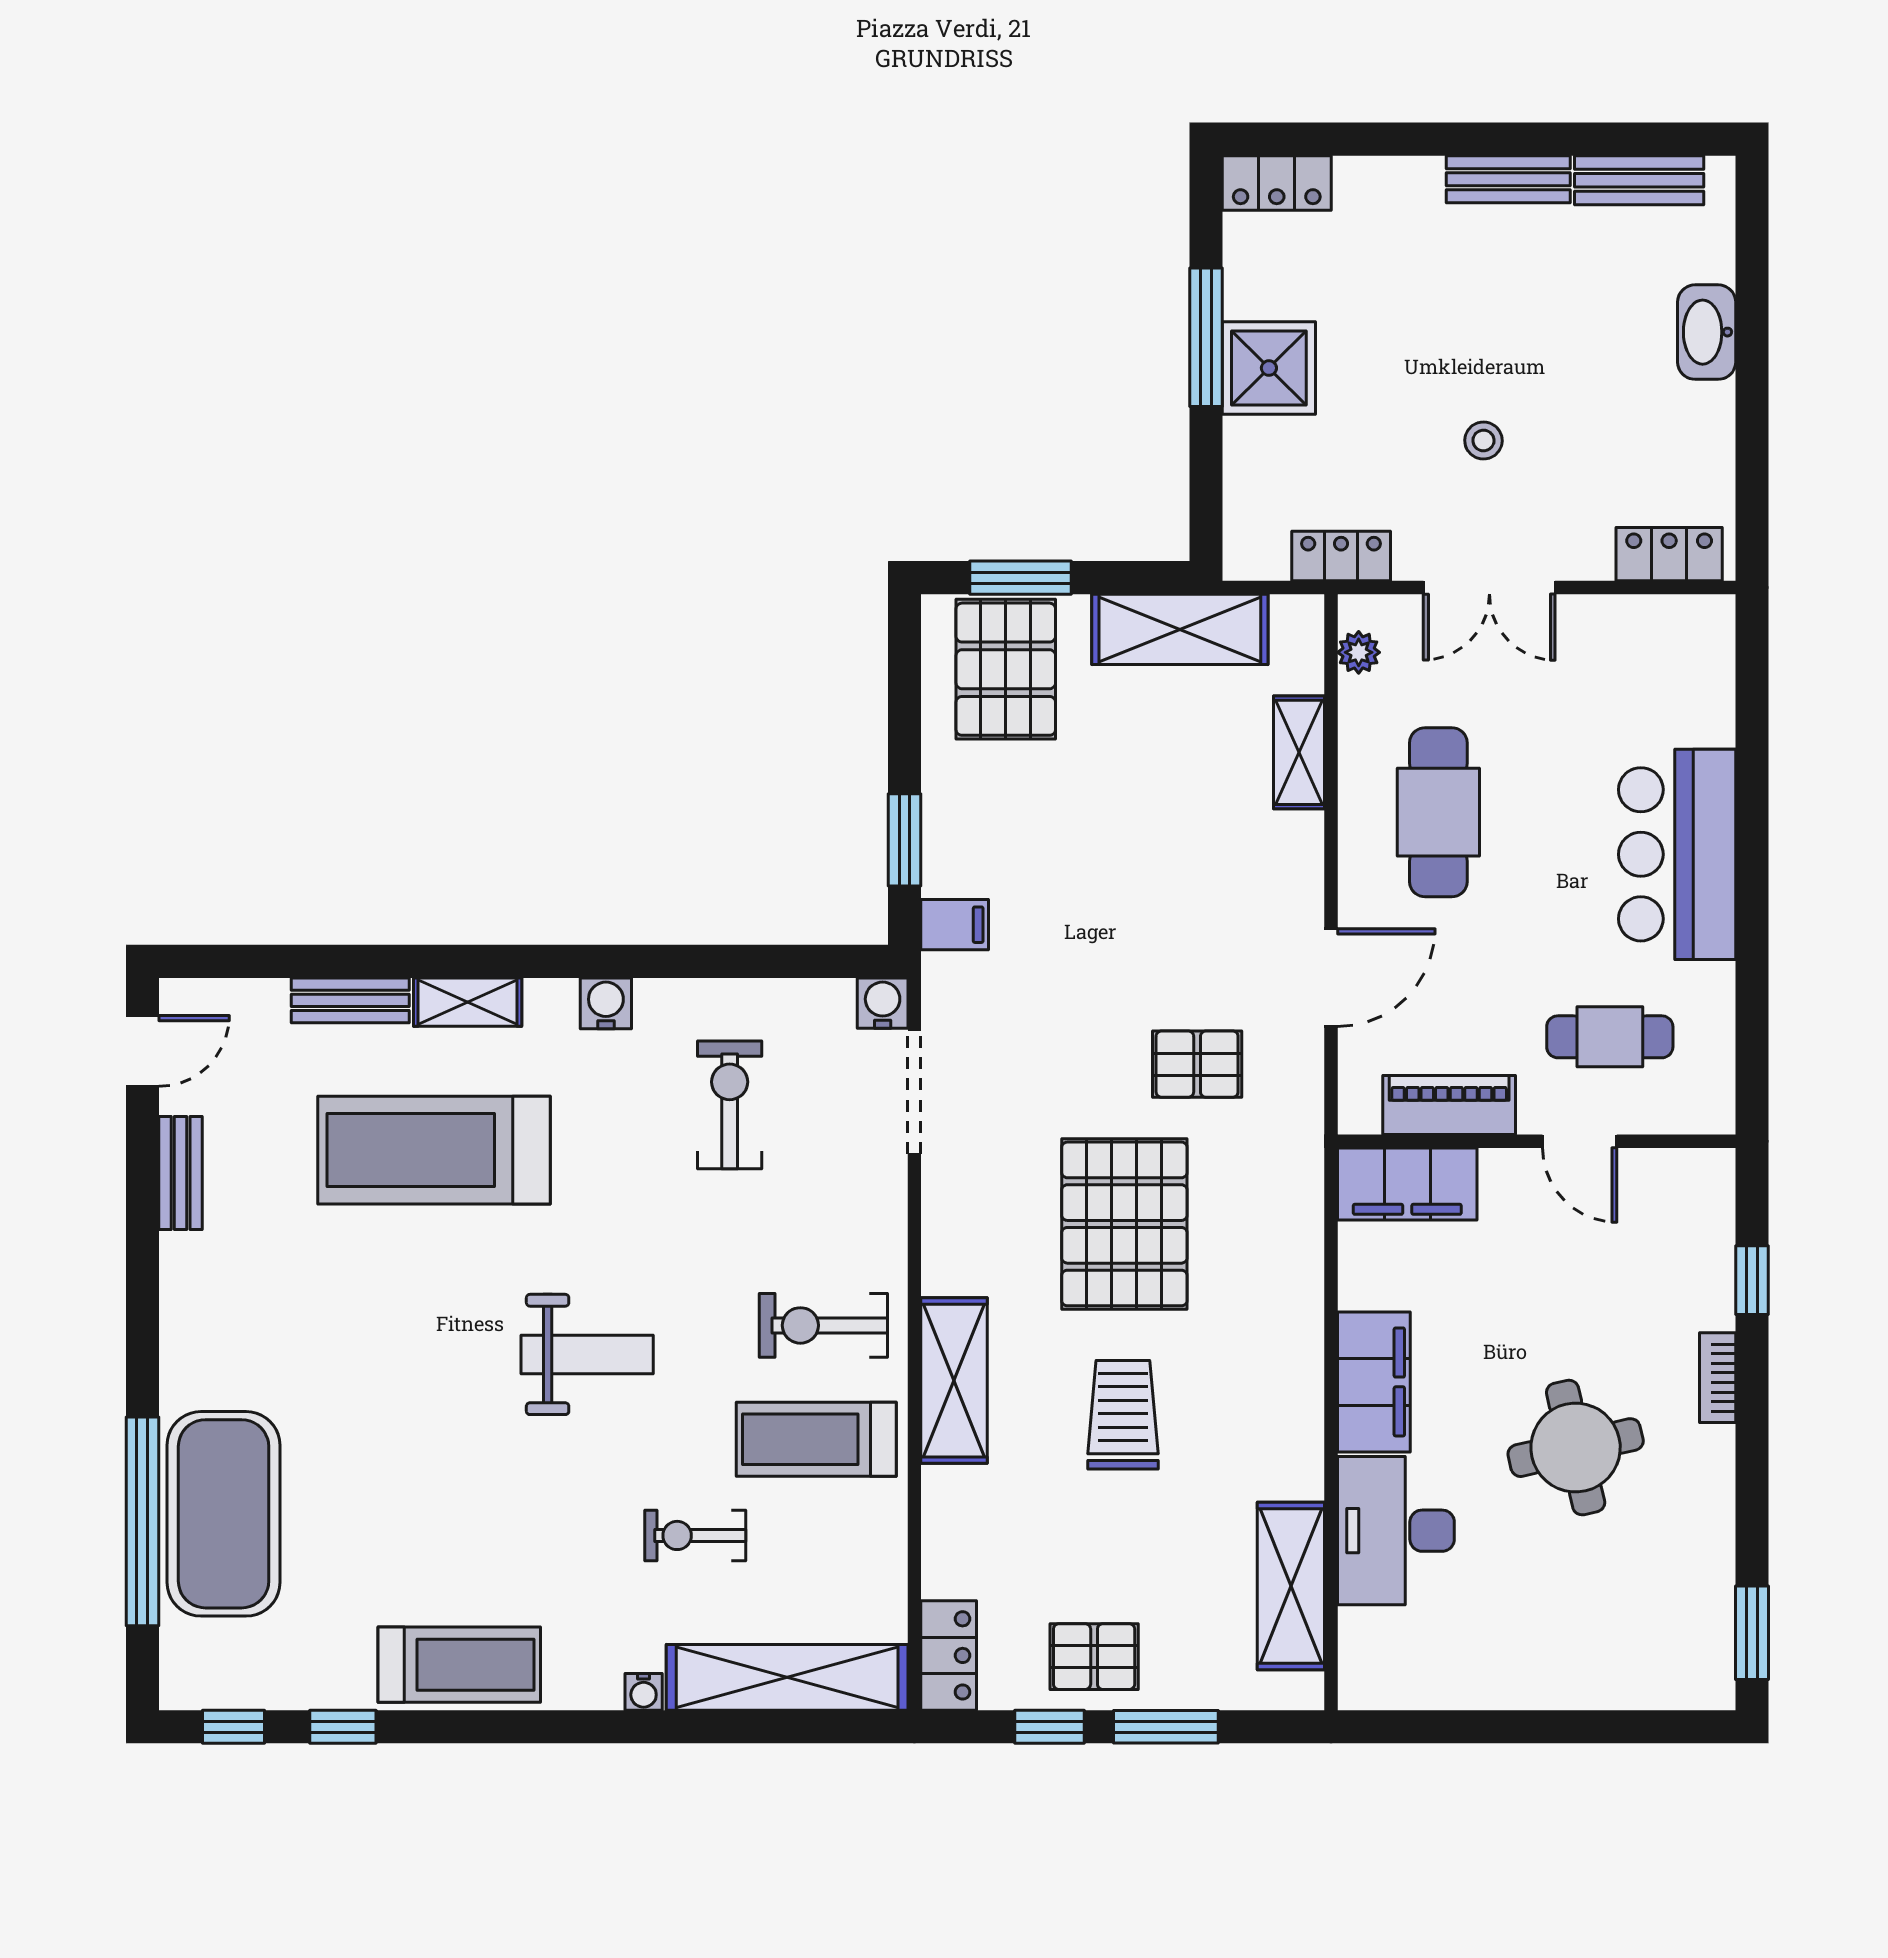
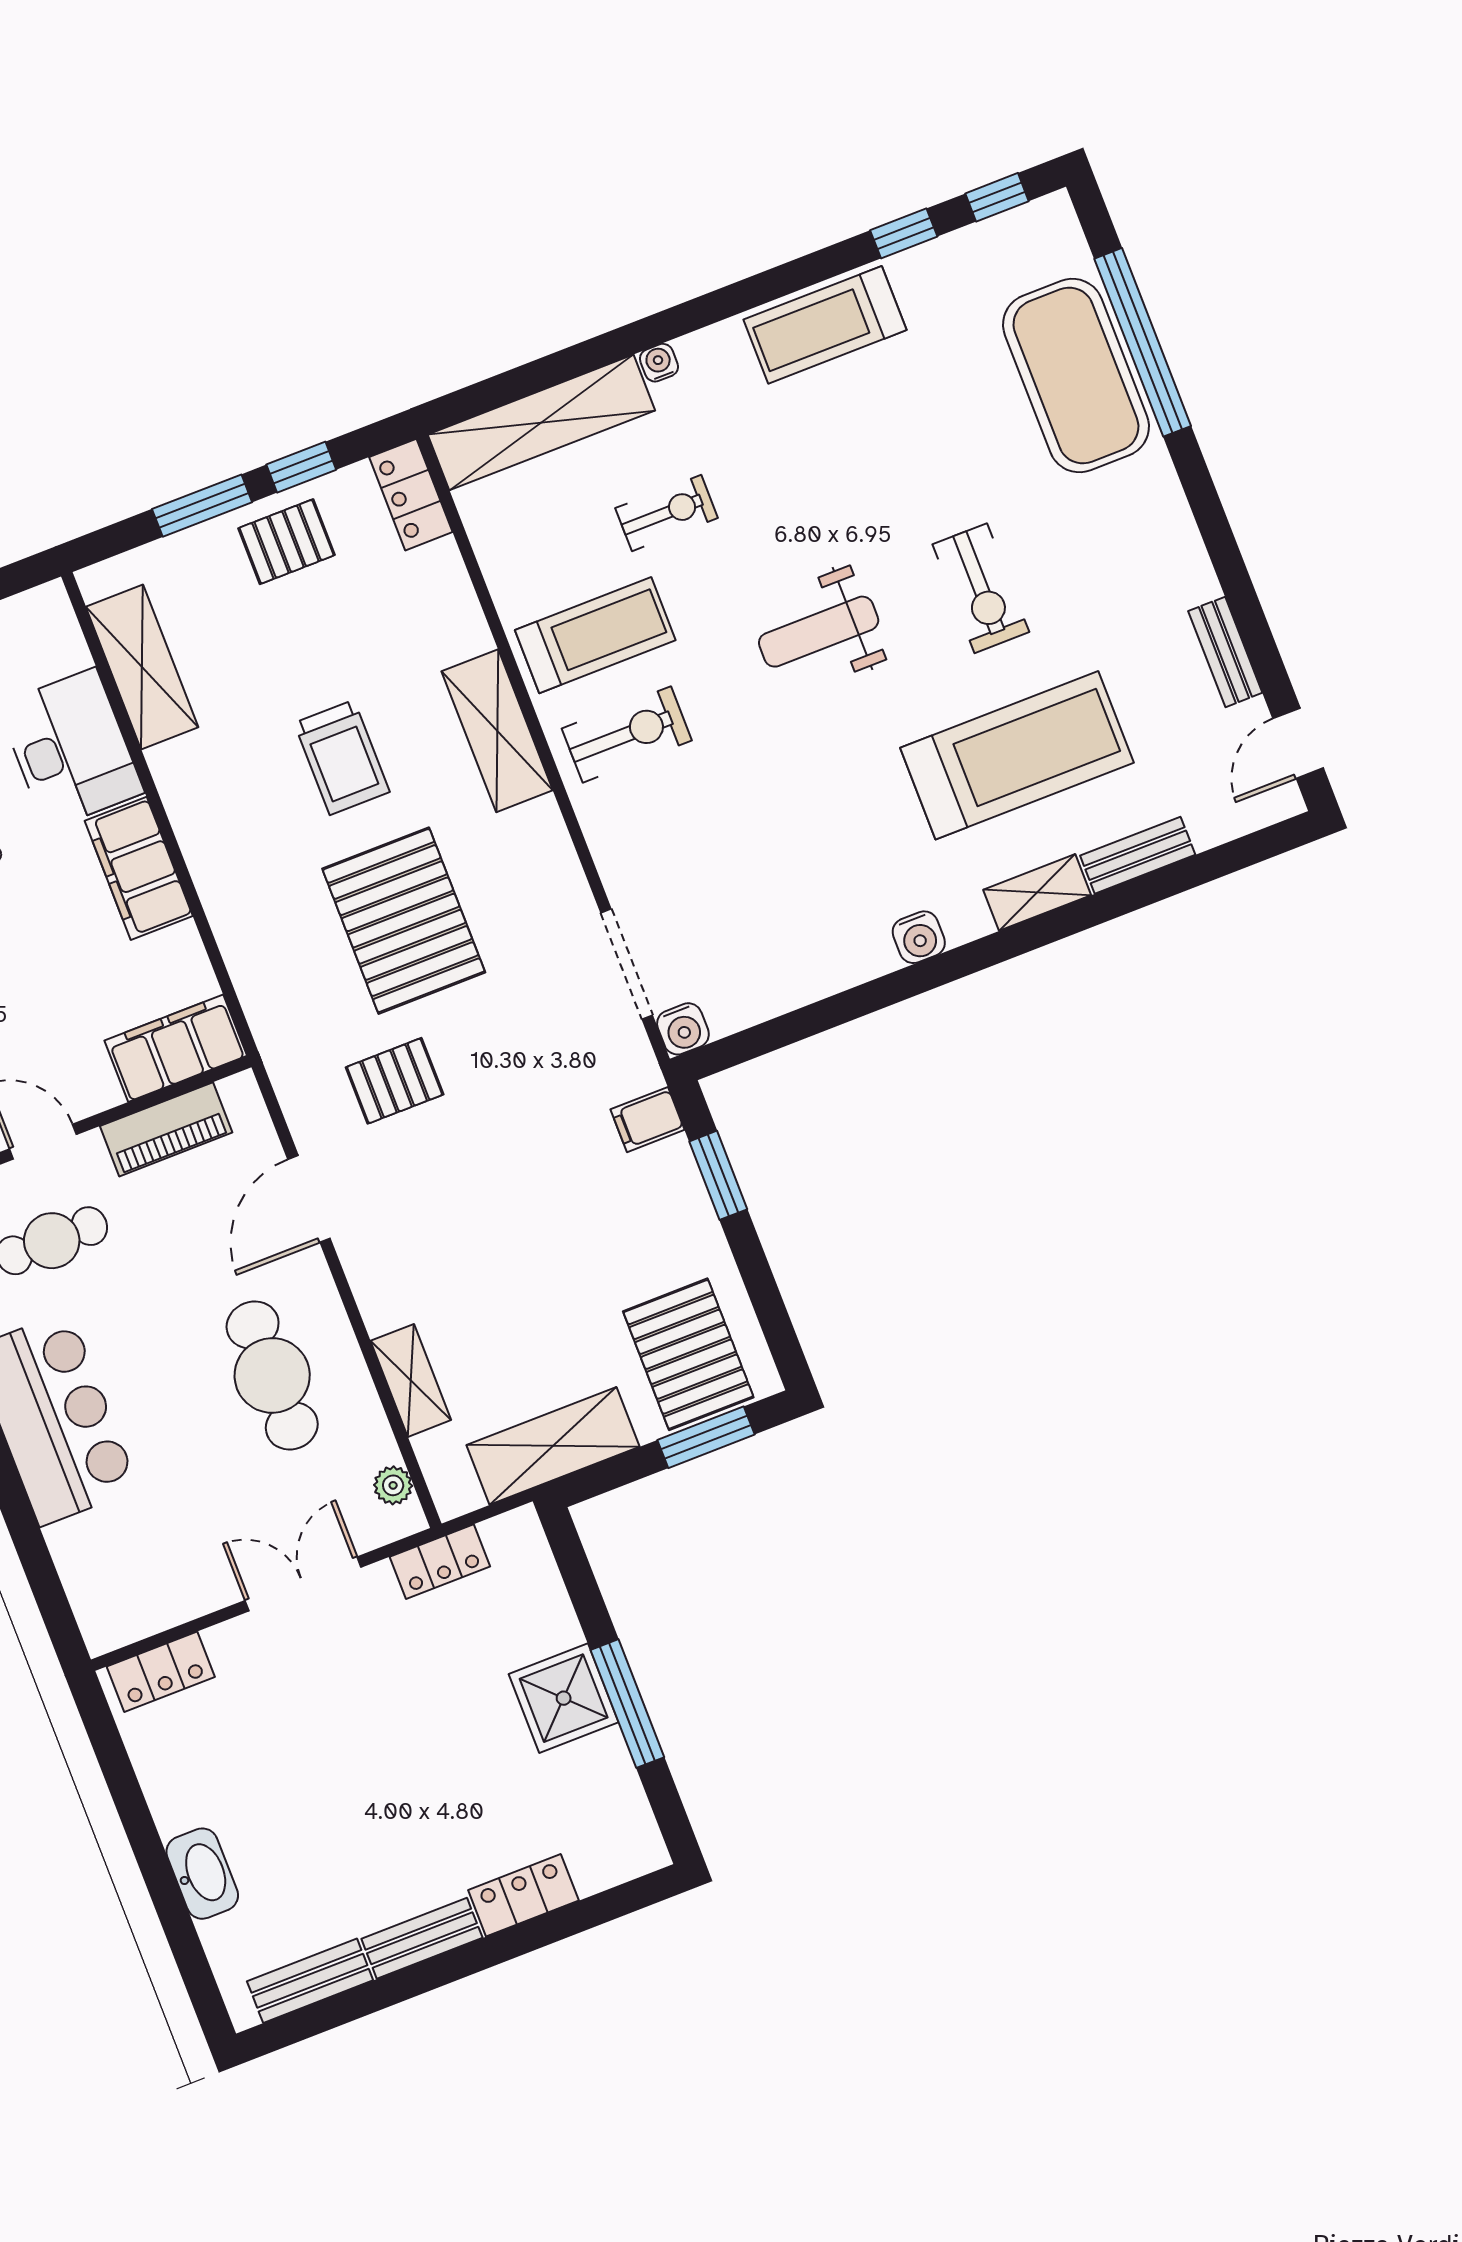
locker: (1277, 183) -> (523, 1895), moved
stool: (1483, 440) -> (357, 1707), removed
exercise bike: (730, 1105) -> (981, 588), moved

